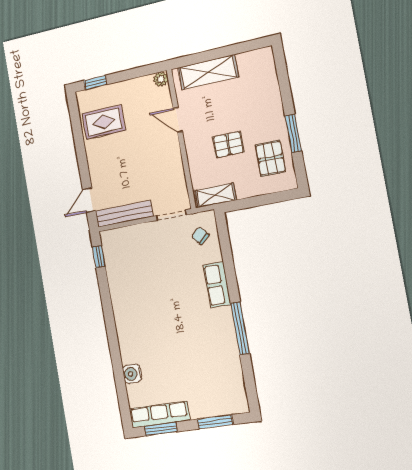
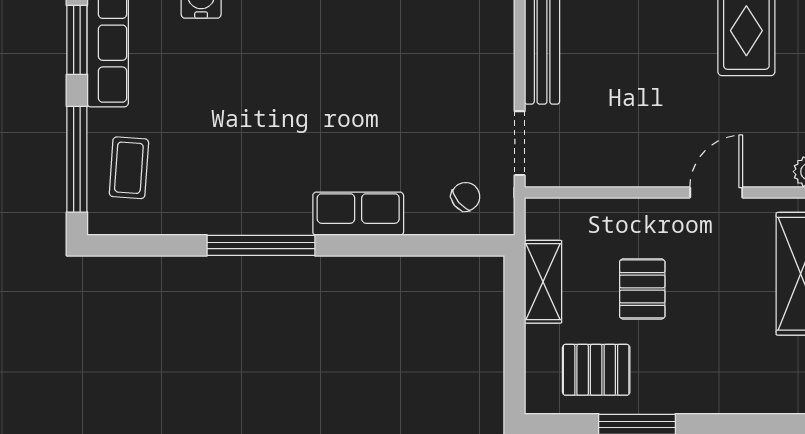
shelving: (216, 195) -> (543, 282), moved
coffee table: (215, 397) -> (129, 168), added
window: (215, 422) -> (77, 159), width x1.44

